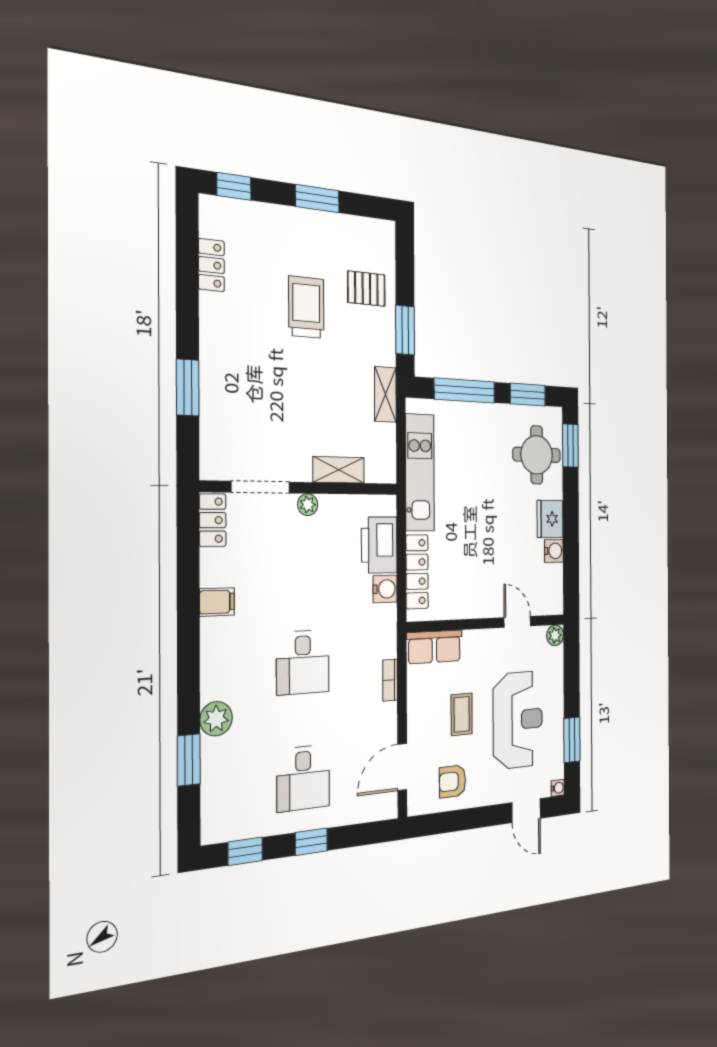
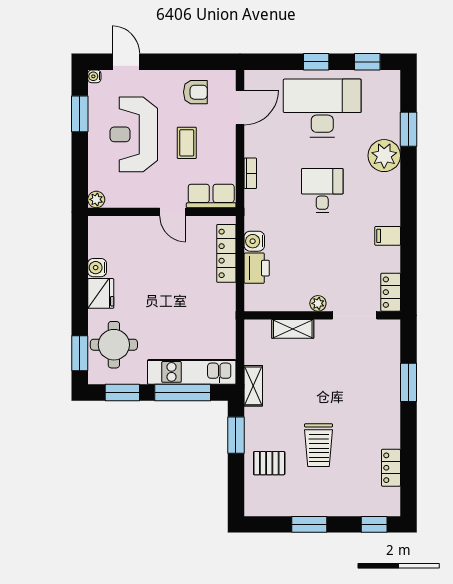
kitchen unit: (420, 473) -> (192, 372), moved, turned 90
printer: (379, 545) -> (257, 268), width x0.73, depth x0.84
door: (517, 622) -> (173, 212), moved
plant: (216, 719) -> (384, 156), width x1.36, depth x1.36
desk: (303, 778) -> (322, 108), width x1.87, depth x1.30

